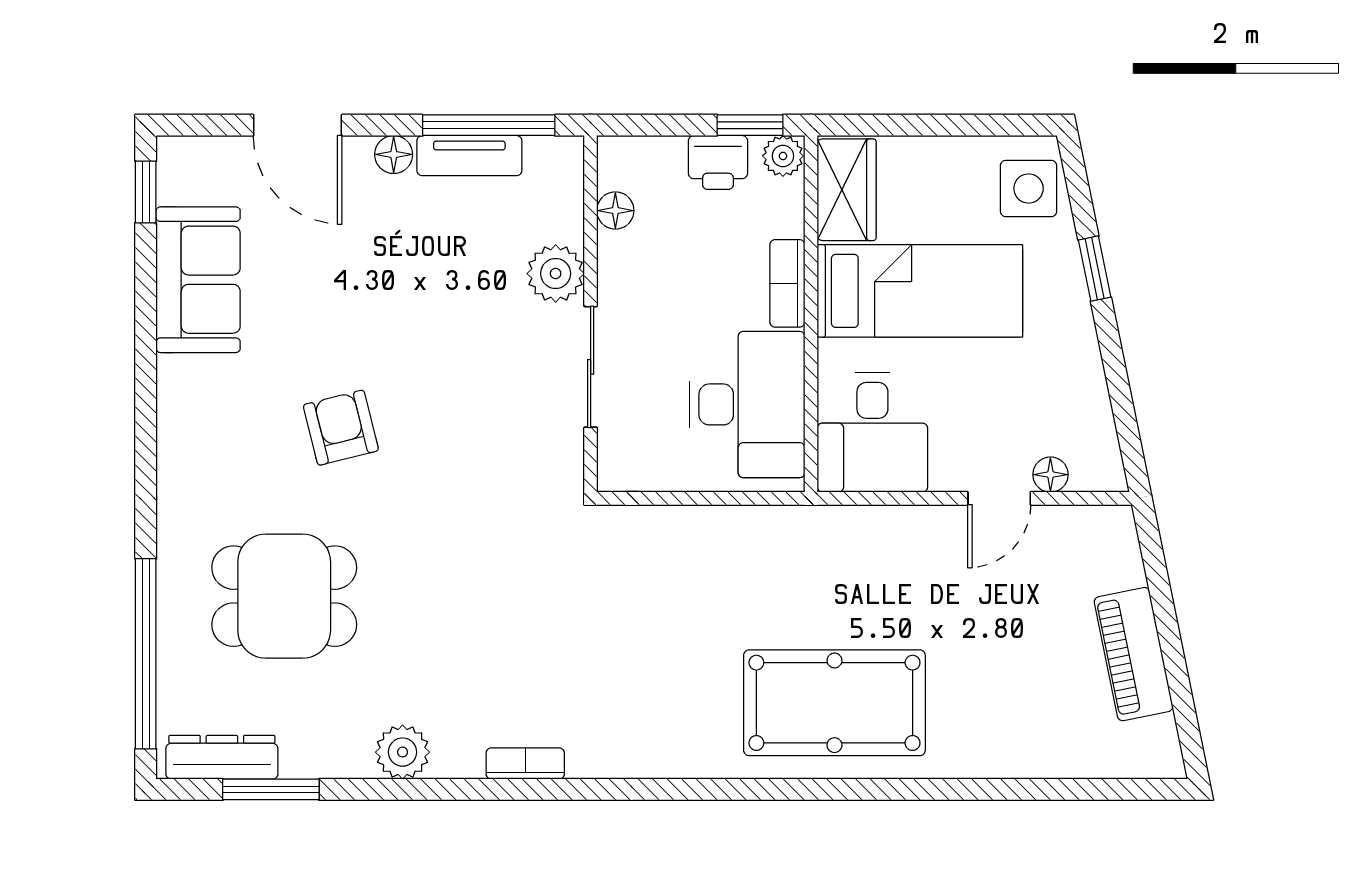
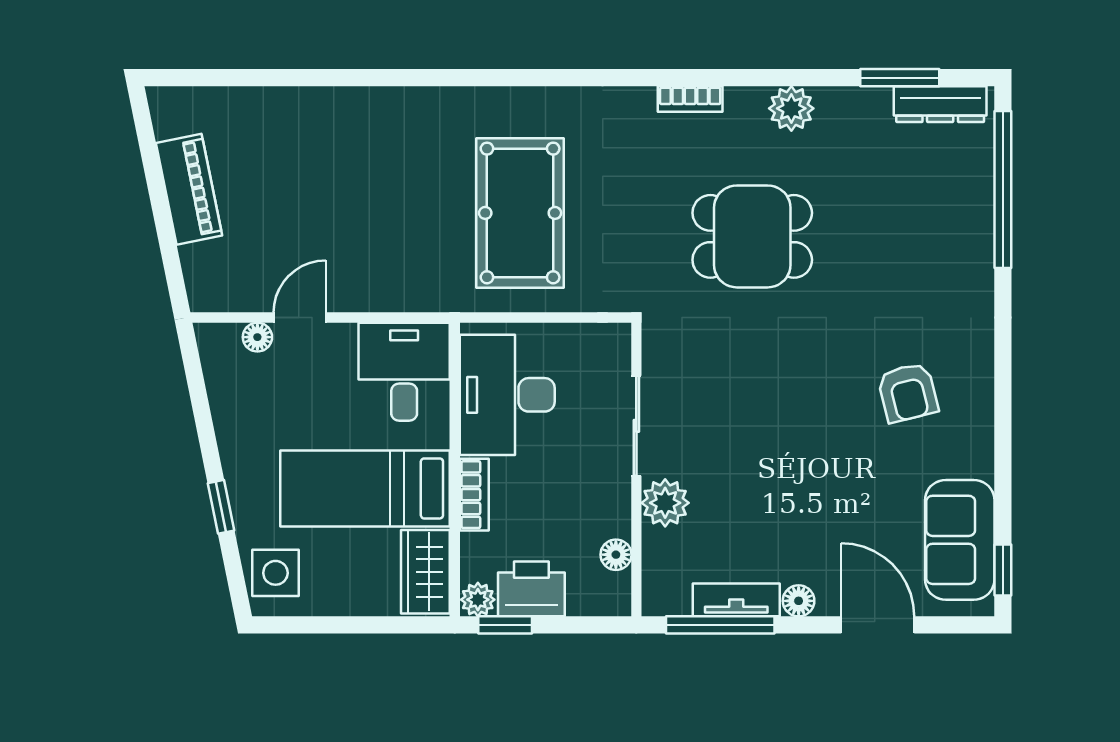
printer: (718, 162) -> (531, 589), width x1.36, depth x1.24
sofa: (198, 280) -> (960, 540), moved
armchair: (341, 428) -> (908, 392), moved
dining table: (284, 596) -> (752, 236), moved
pool table: (834, 703) -> (520, 213), moved, turned 90

